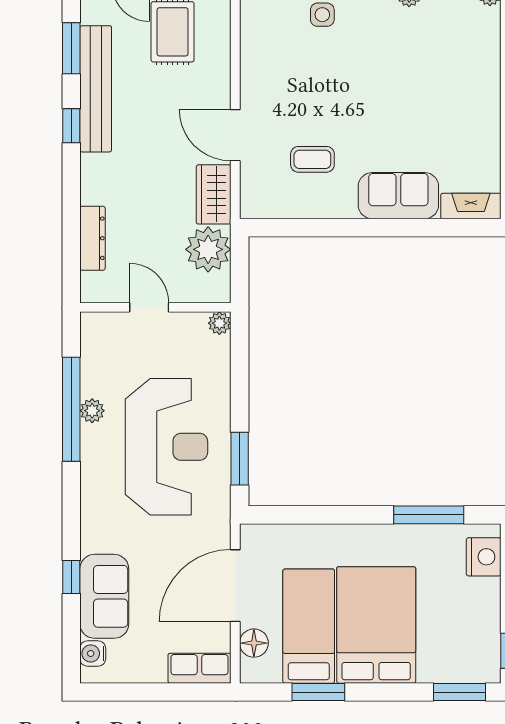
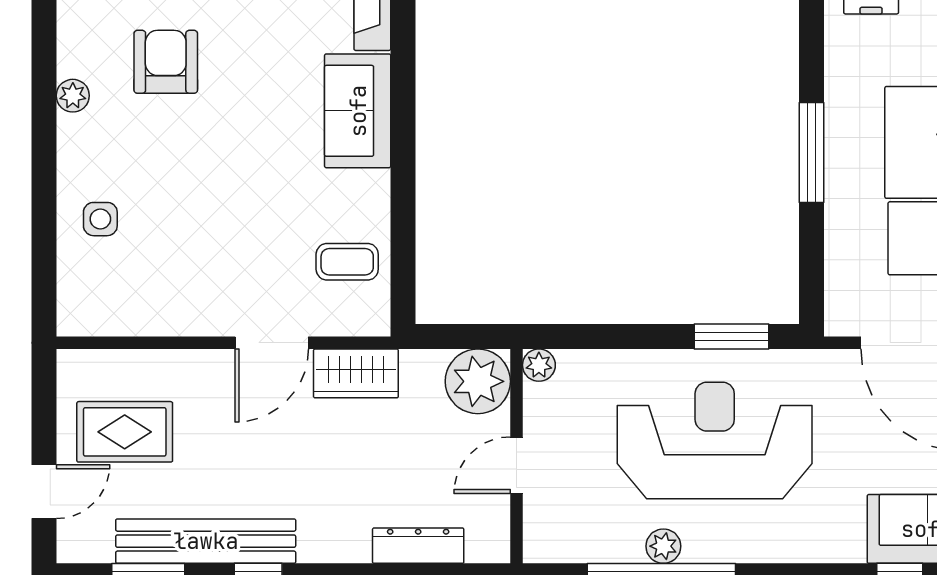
armchair: (433, 61) -> (166, 62), added
coffee table: (312, 159) -> (347, 262), moved, turned 90
plant: (208, 249) -> (478, 381), moved
window: (429, 515) -> (812, 153), moved

